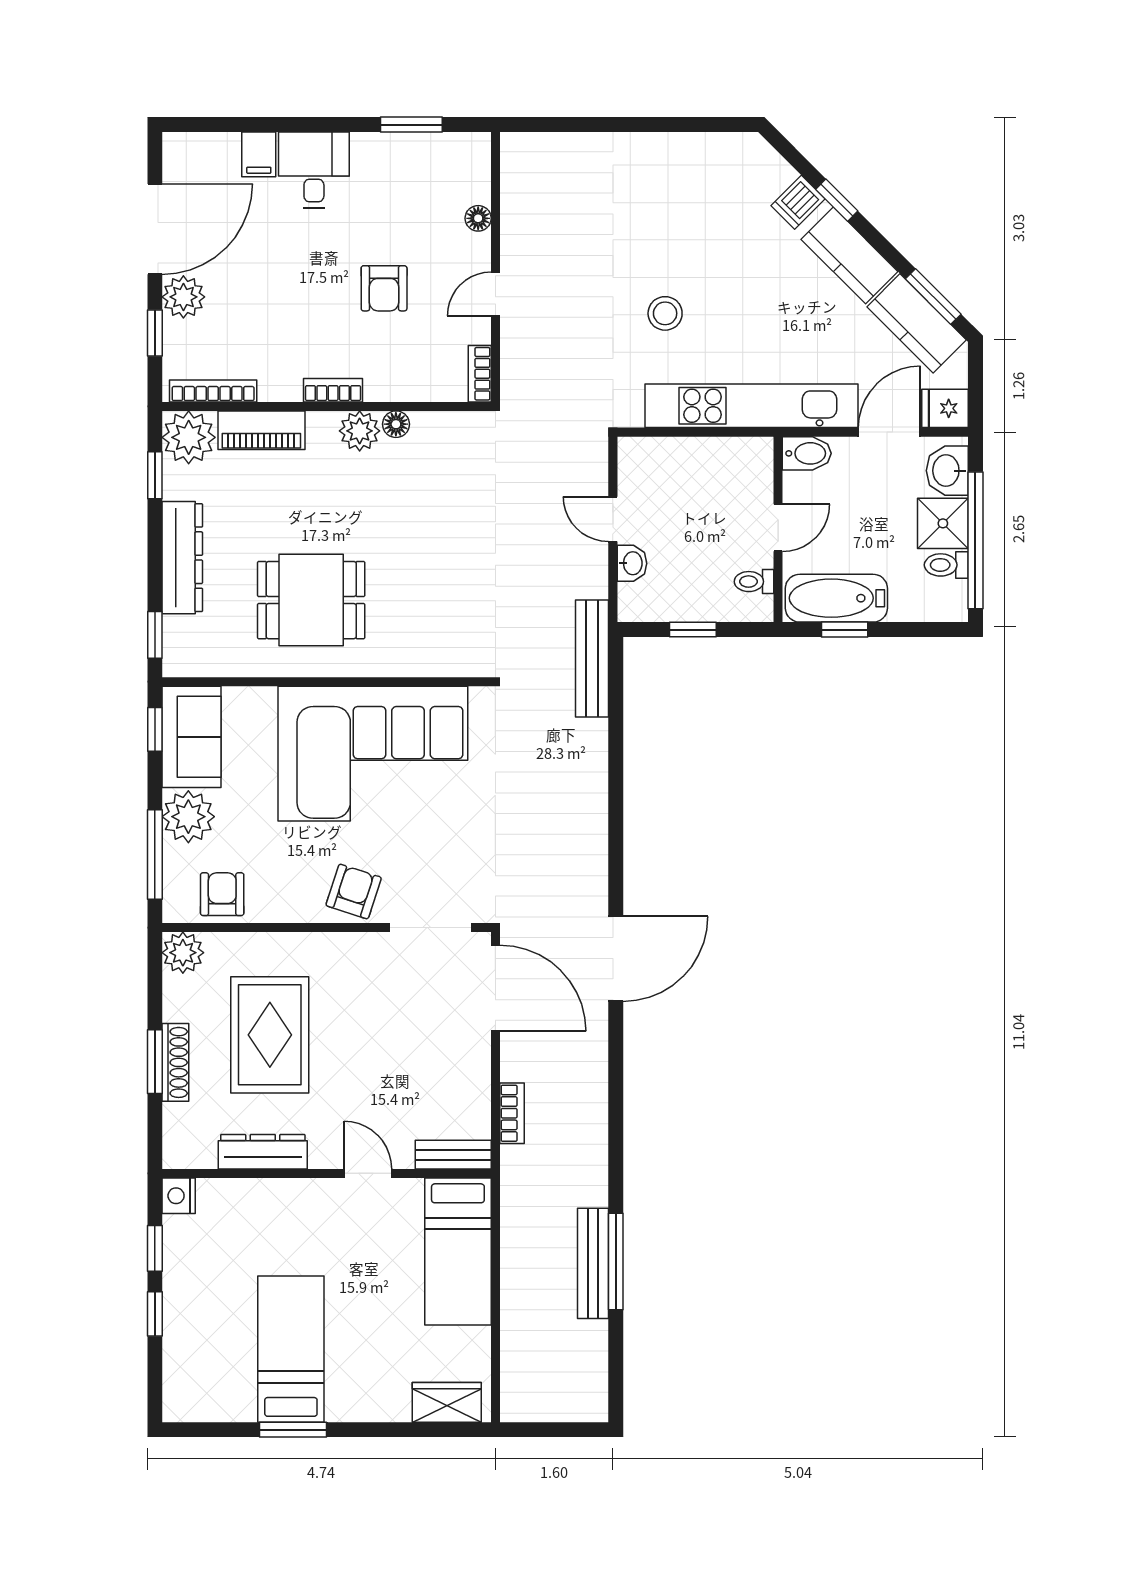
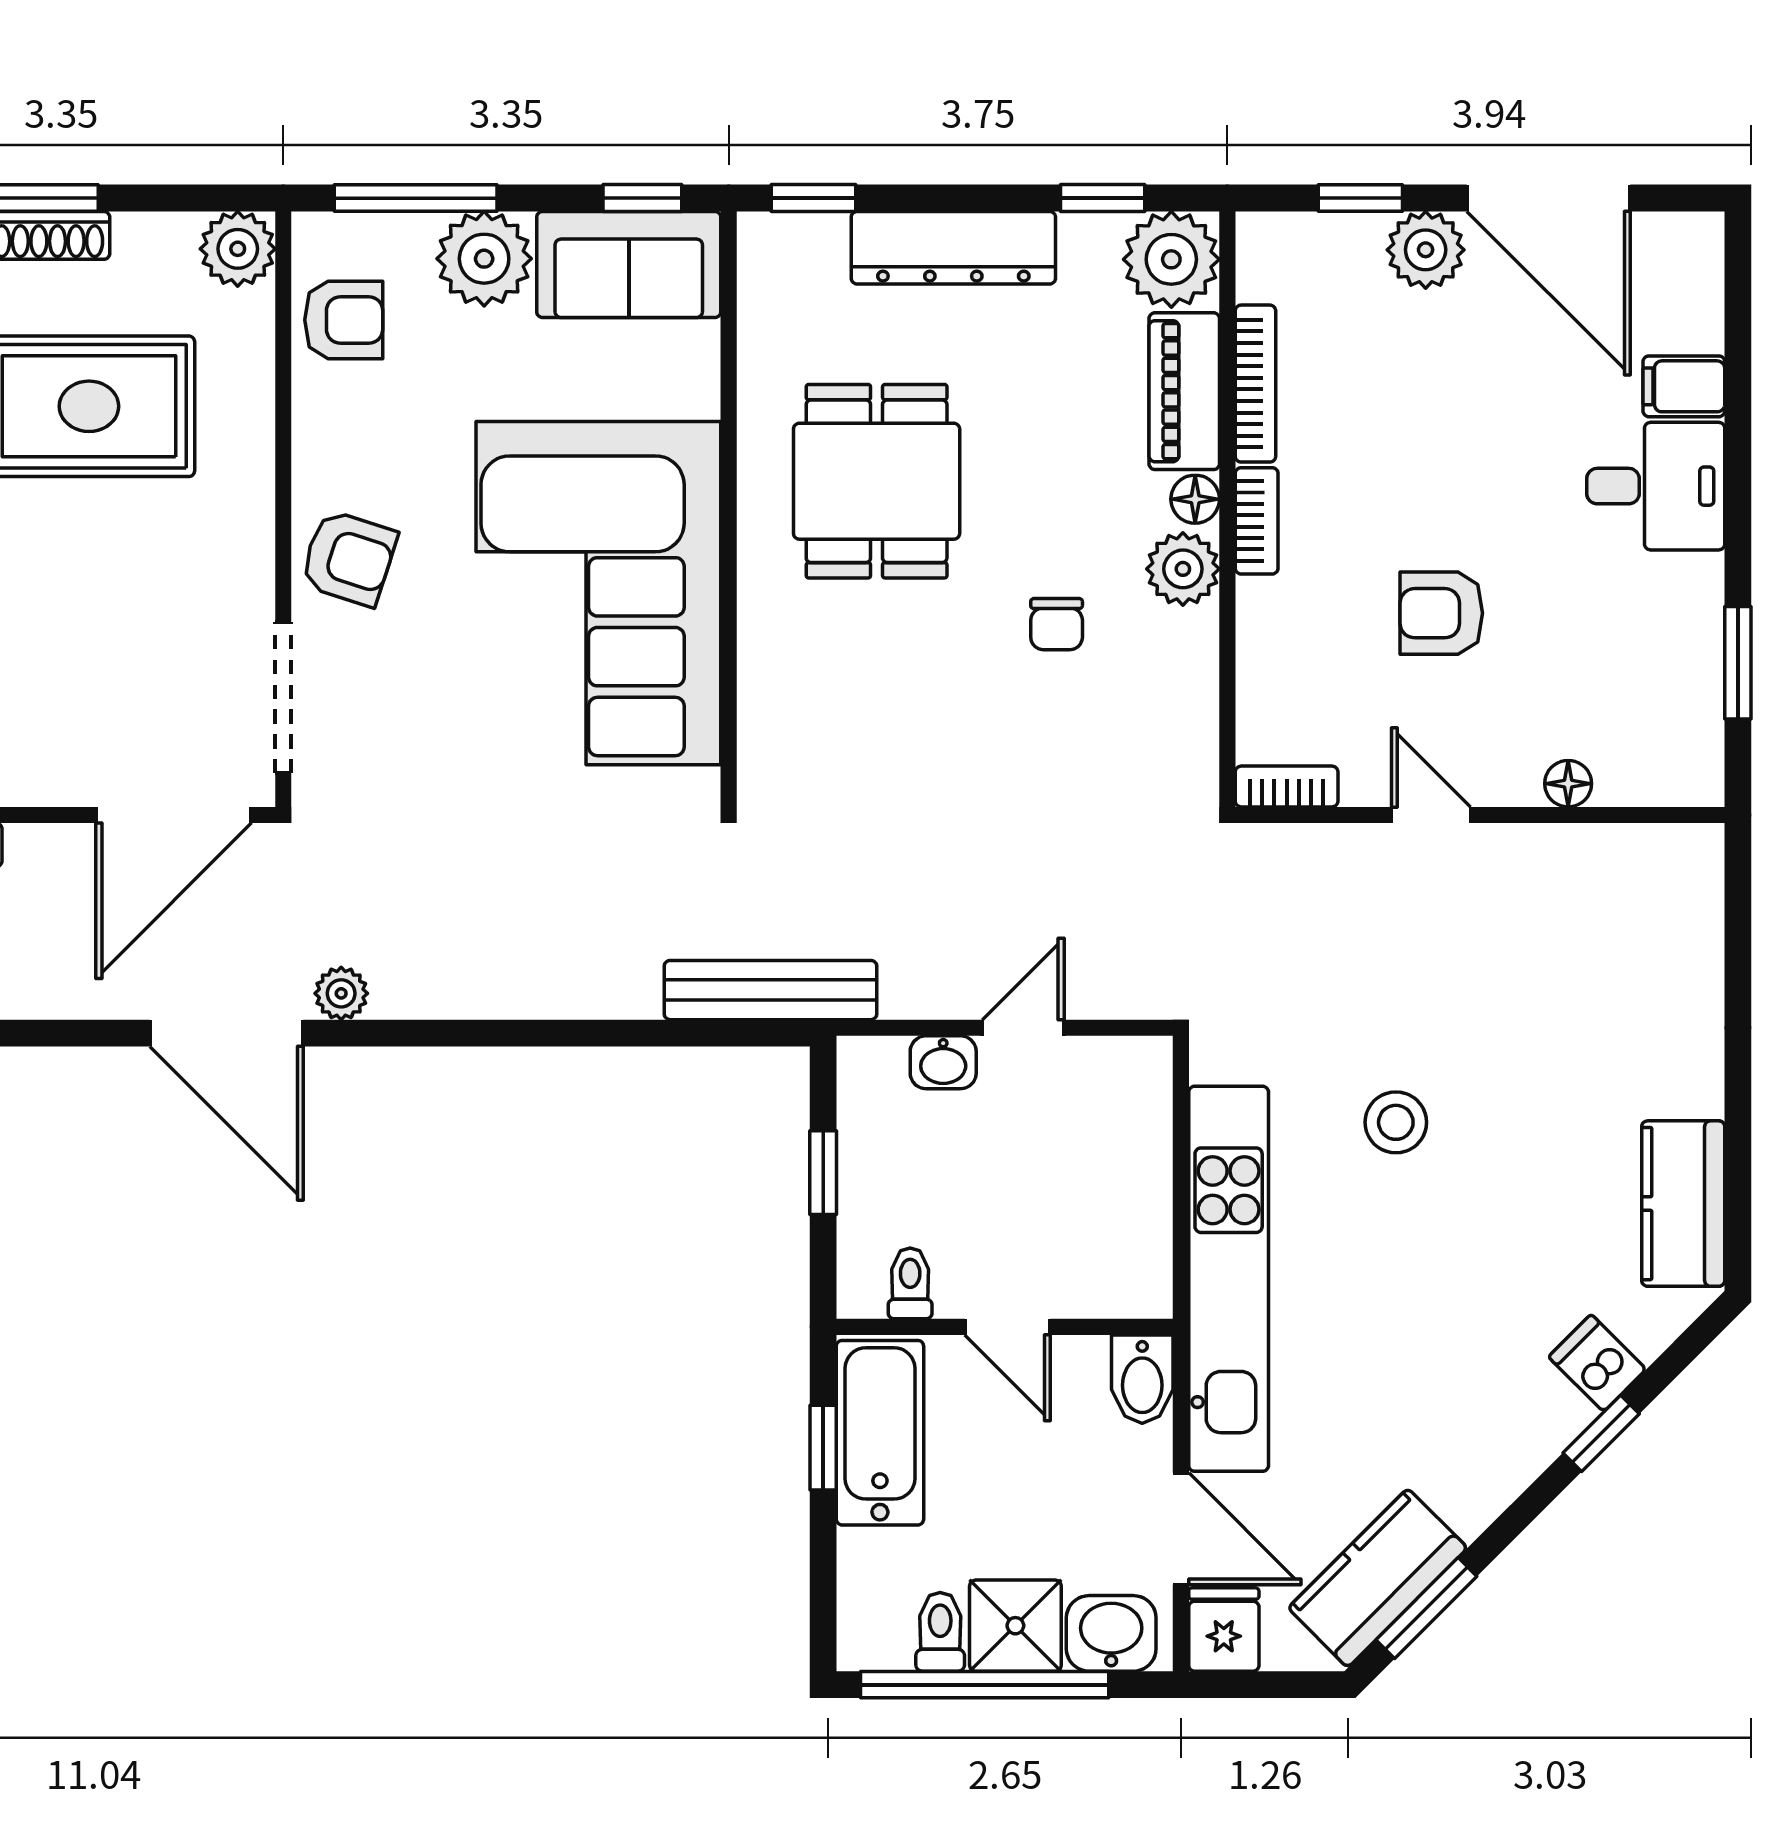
kitchen counter: (849, 255) -> (1683, 1204), moved, turned -45
bookcase: (213, 391) -> (1255, 384), moved
floor lamp: (396, 424) -> (1195, 499), moved
chair: (390, 501) -> (1057, 624), added
plant: (594, 896) -> (341, 993), added

